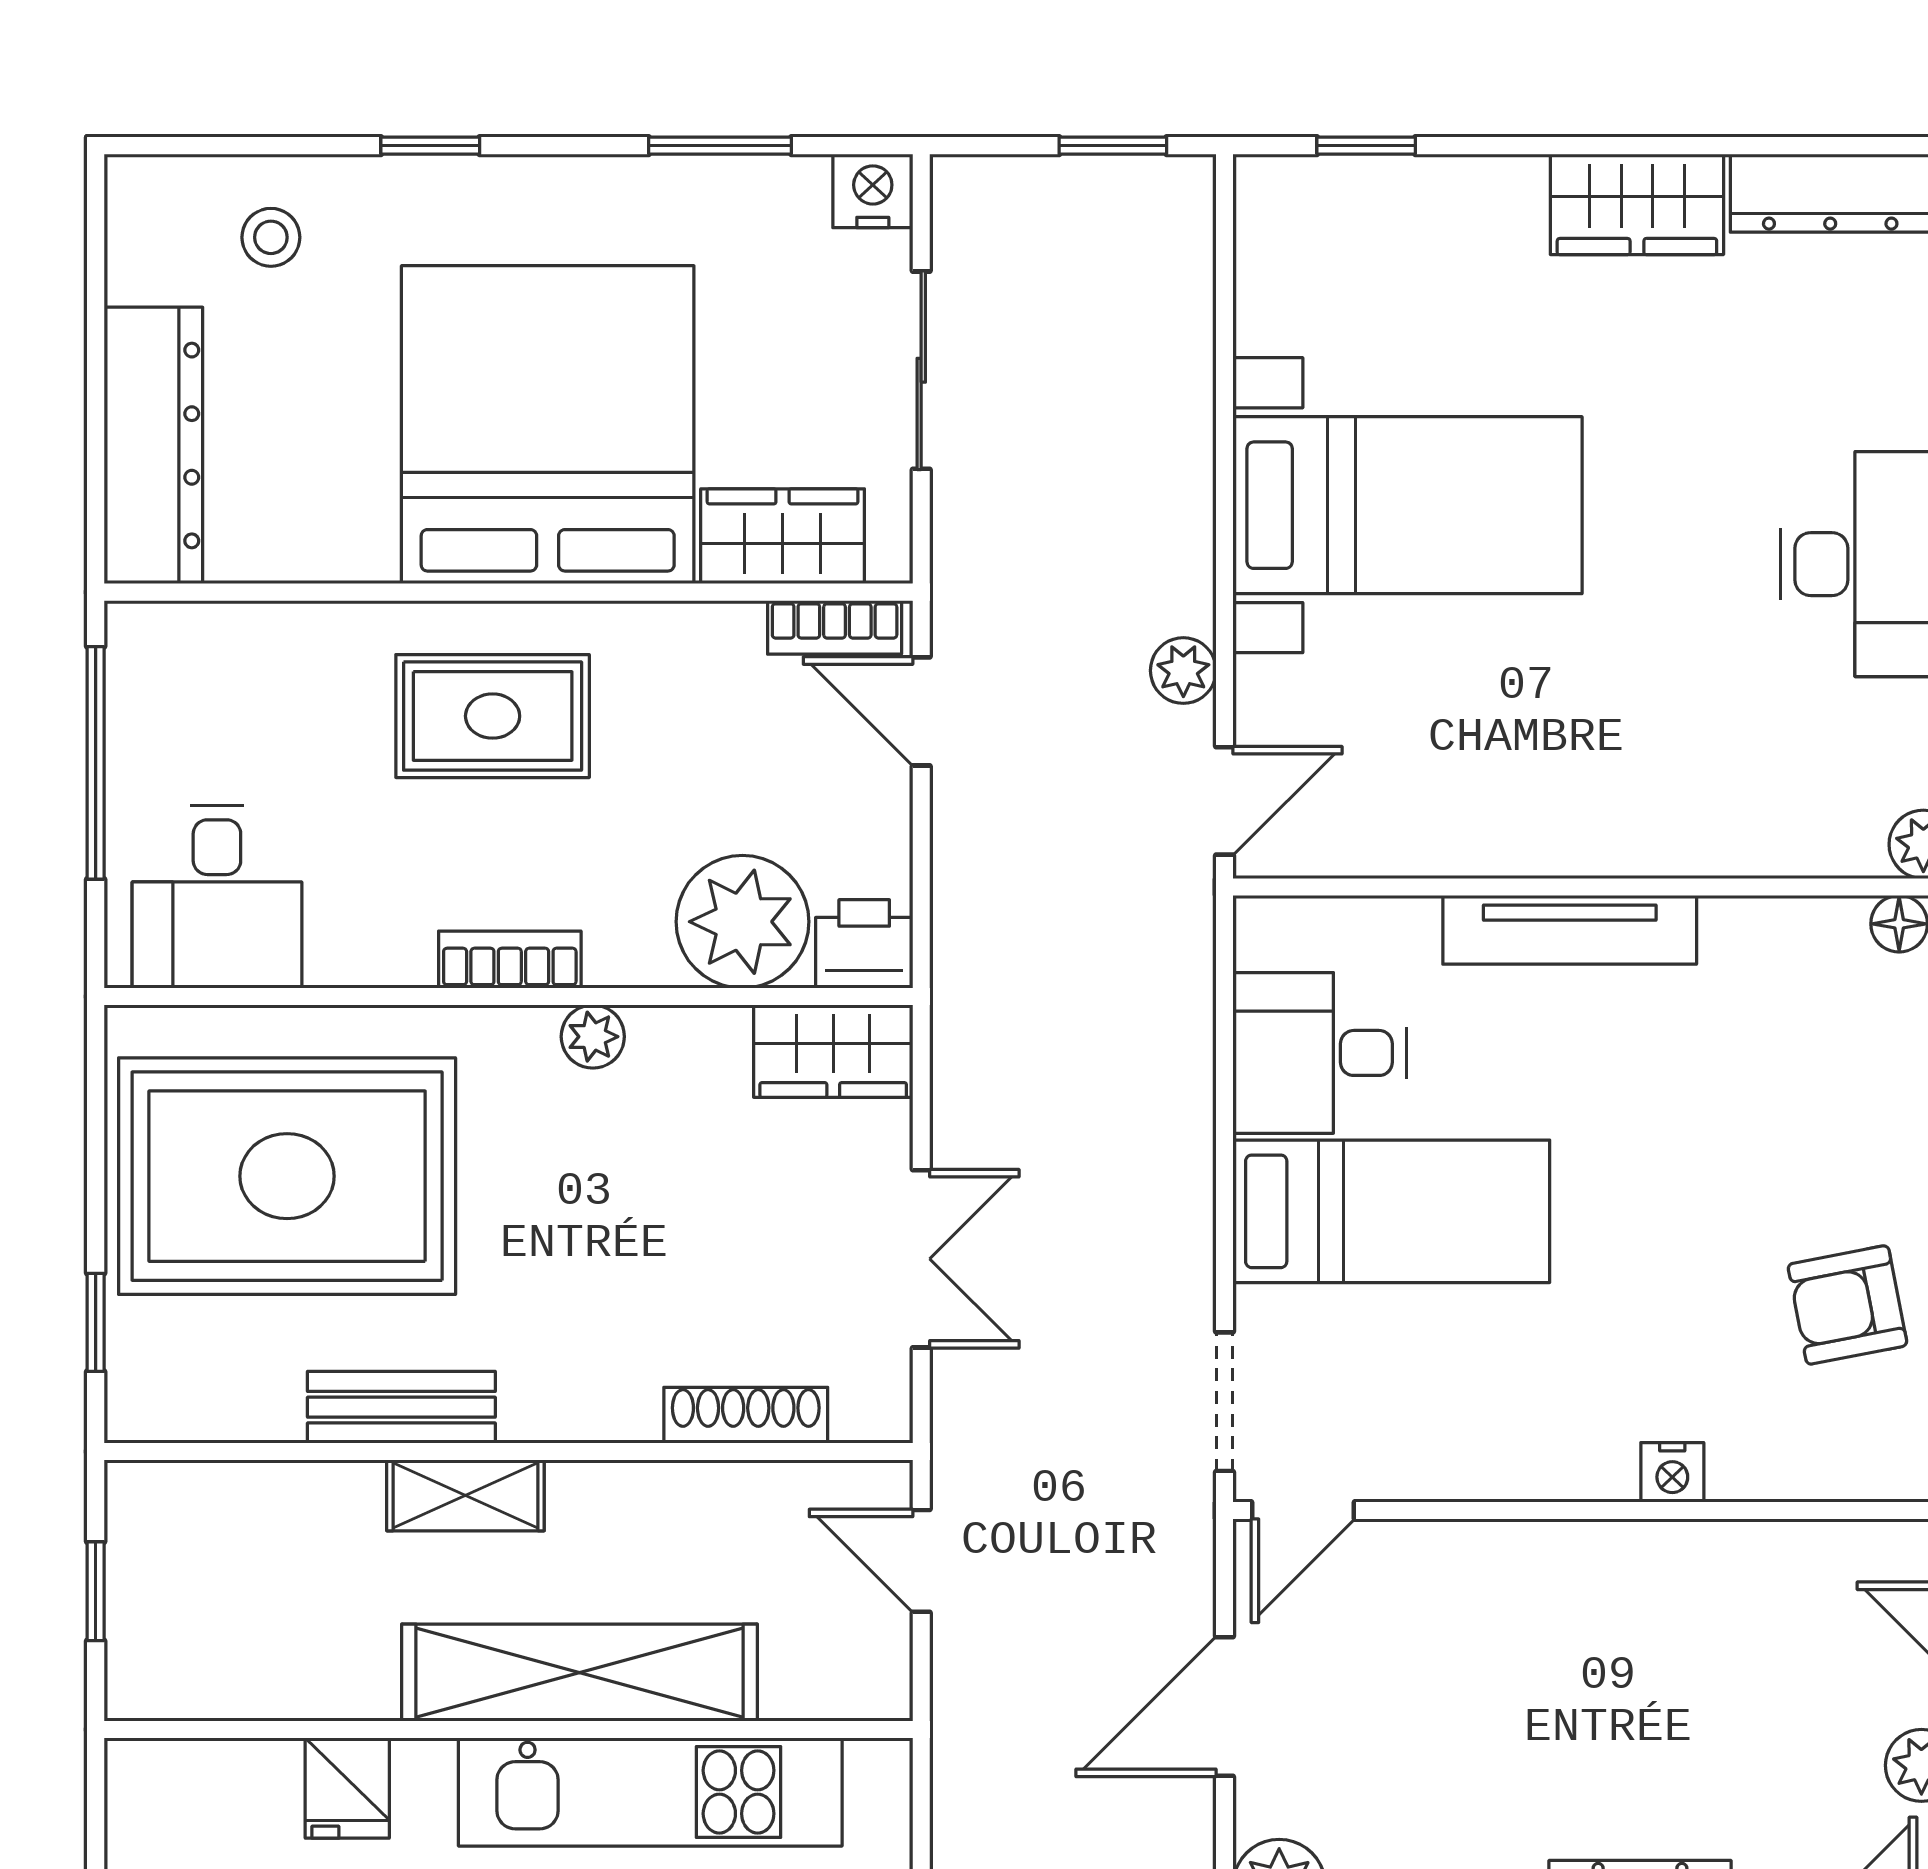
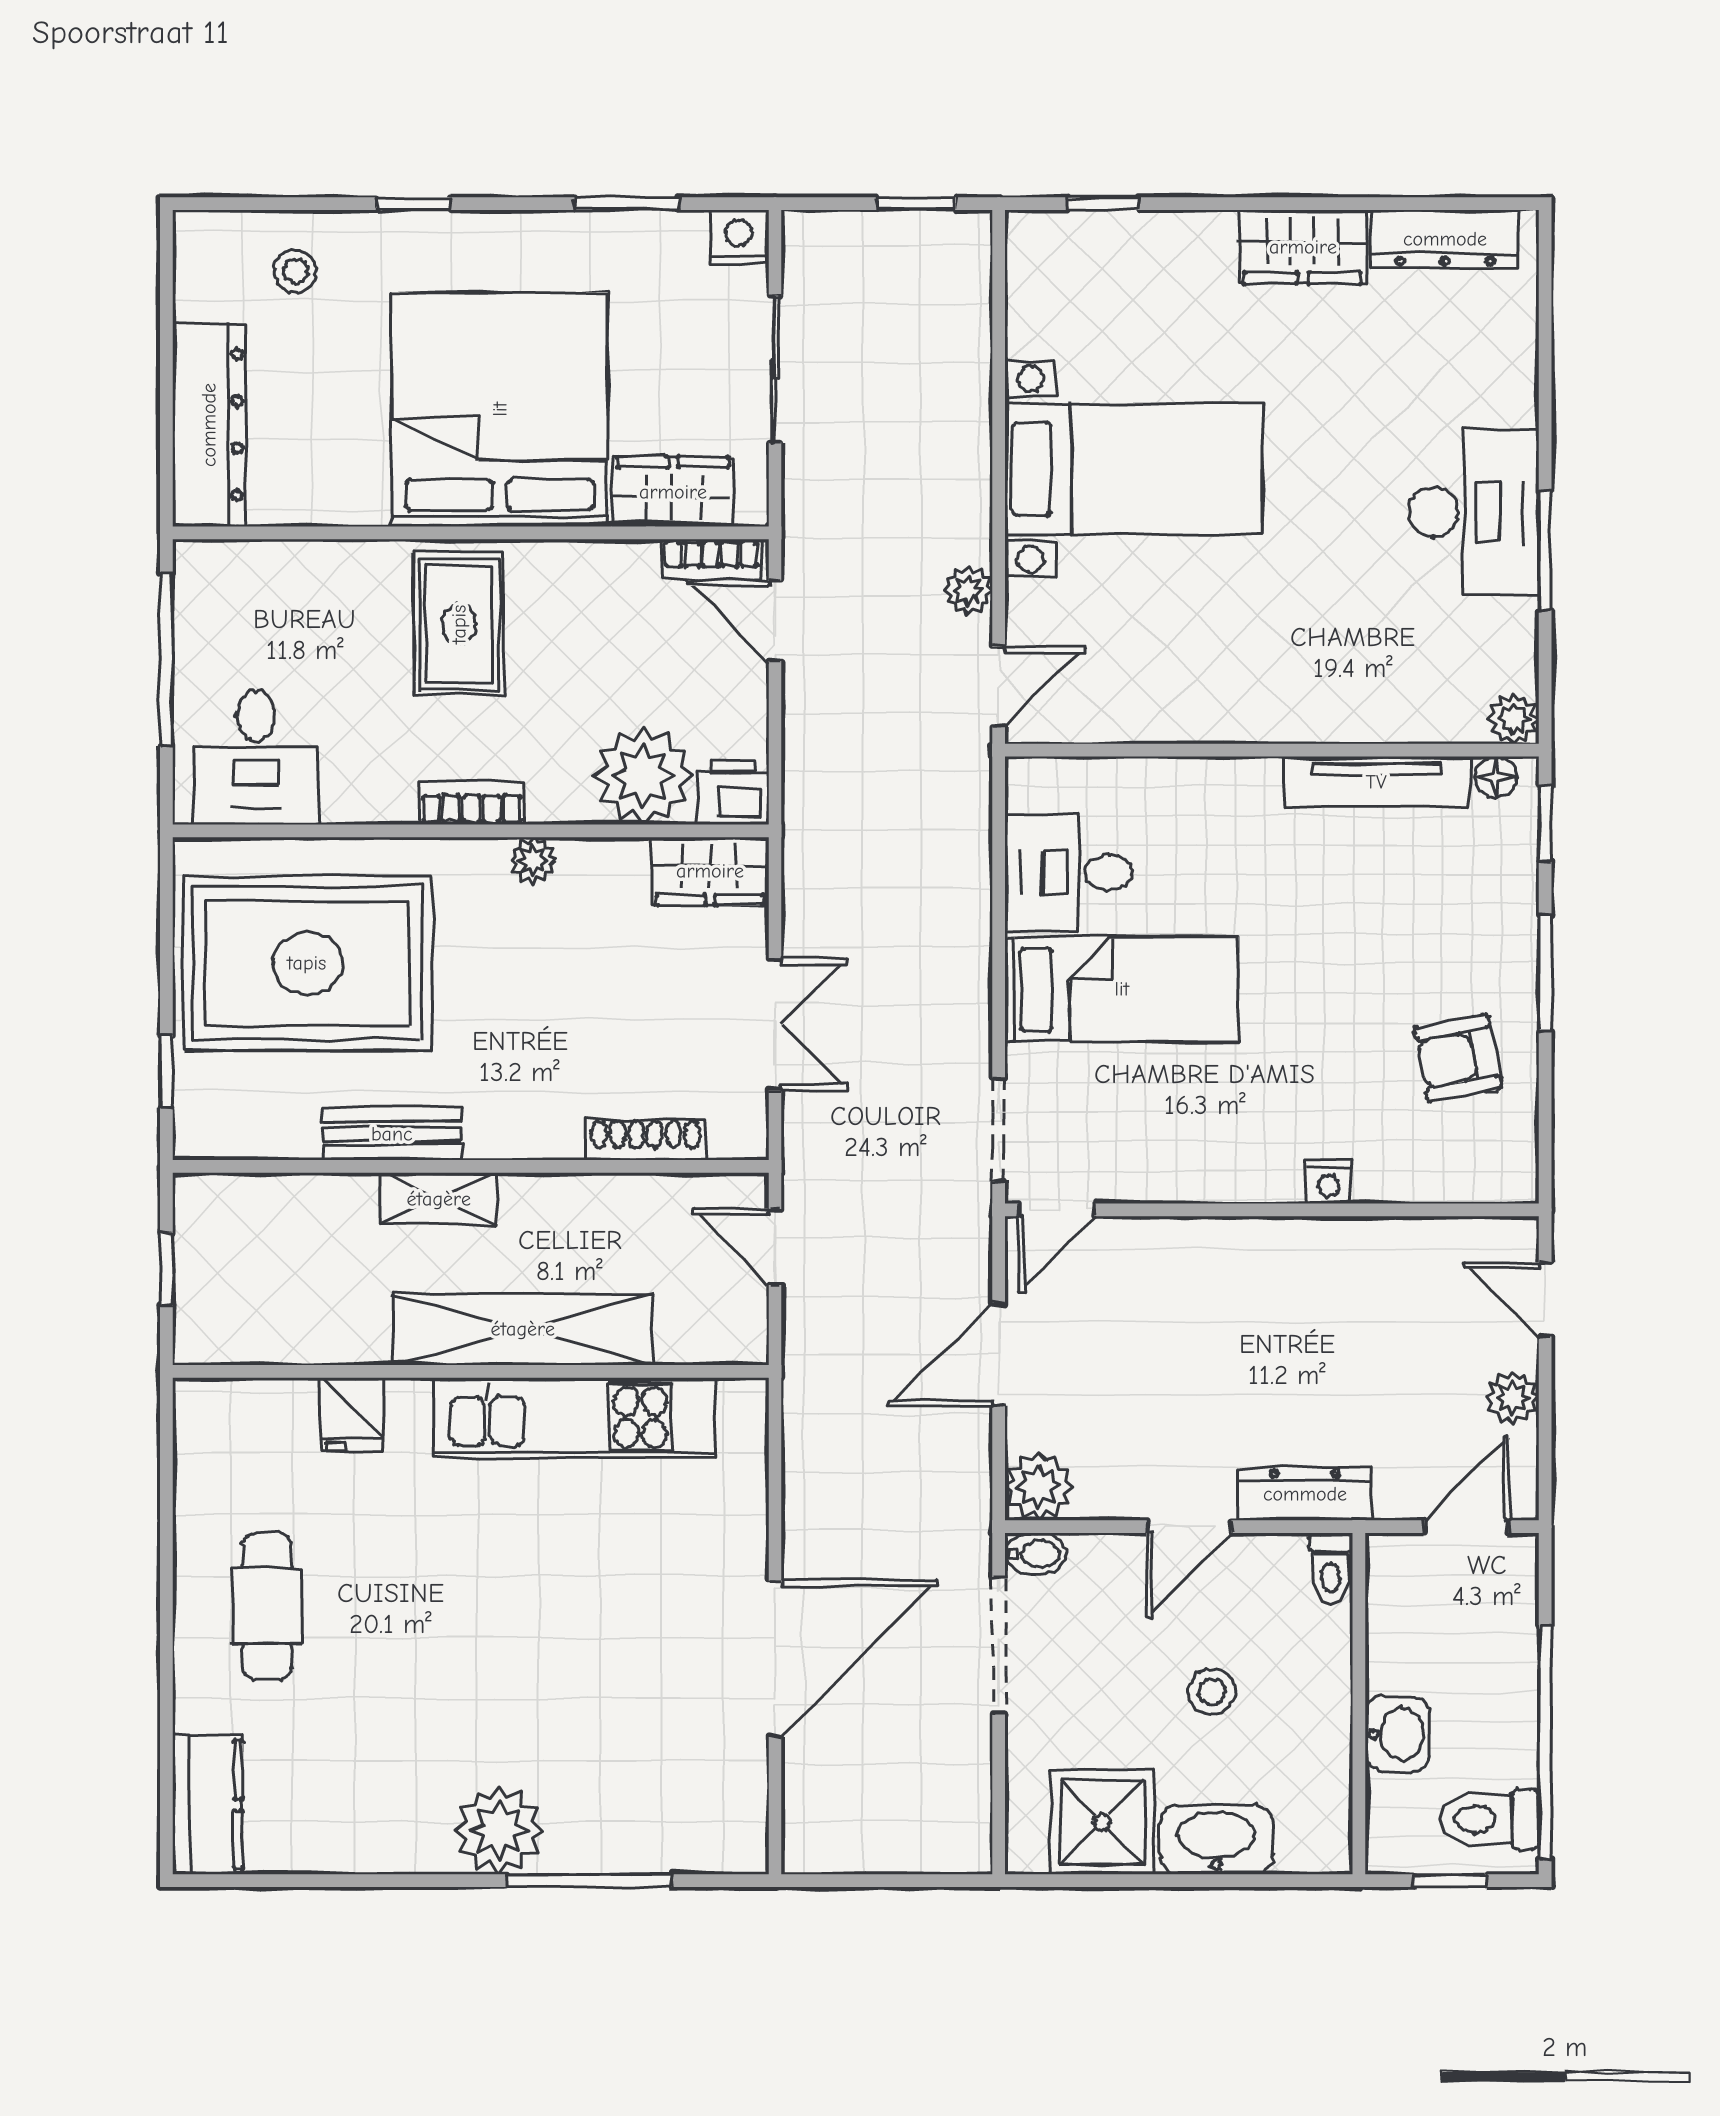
rug: (493, 716) -> (459, 624), turned 90
tv unit: (1570, 930) -> (1376, 782), moved

